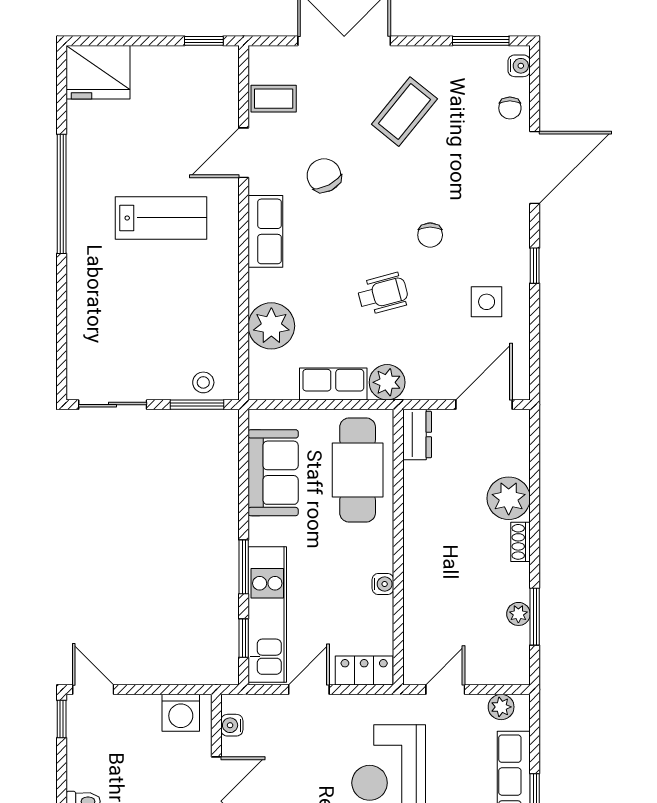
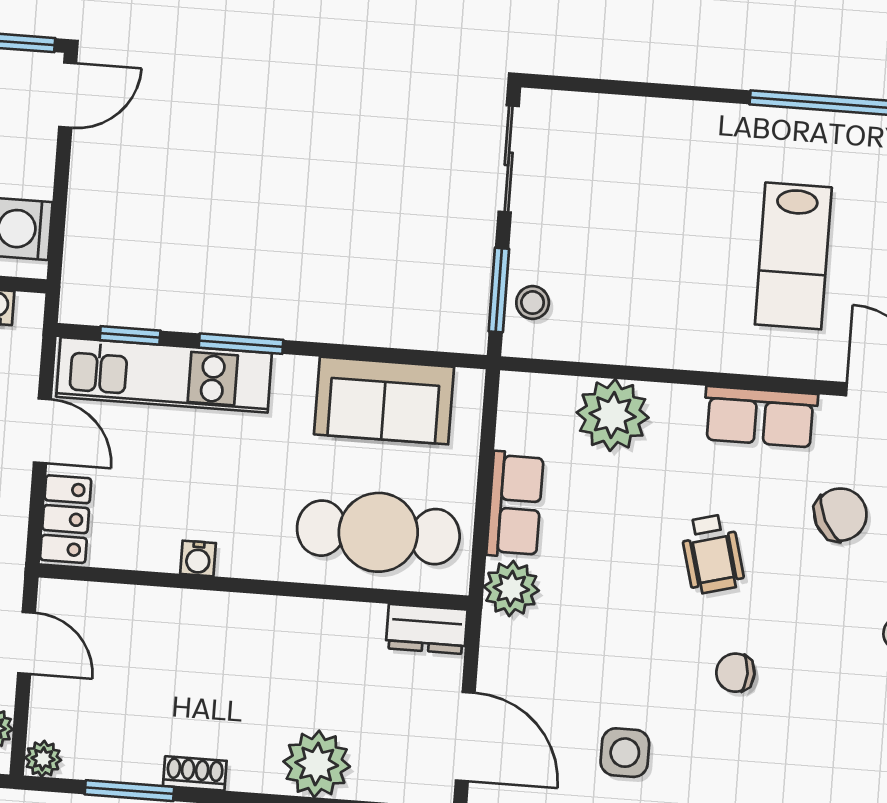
wheelchair: (383, 294) -> (712, 554), moved
shoe rack: (520, 542) -> (195, 773), moved
plant: (518, 614) -> (43, 759), moved

